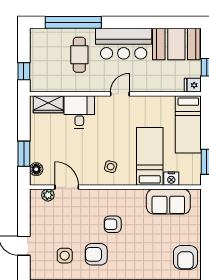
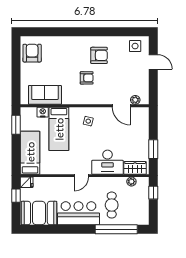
plant: (53, 86) -> (131, 182), added
desk: (79, 112) -> (107, 162), width x1.37
window: (24, 154) -> (153, 149), moved
floor lamp: (36, 169) -> (144, 119), removed
side table: (65, 256) -> (135, 46), moved

